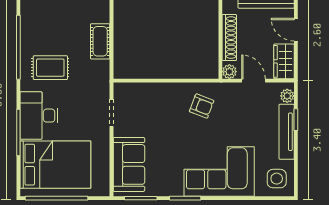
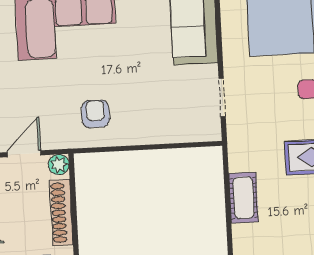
door: (253, 81) -> (24, 154), swing flipped
armchair: (202, 106) -> (95, 114), turned 69

